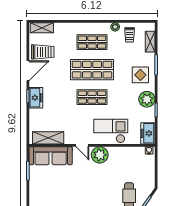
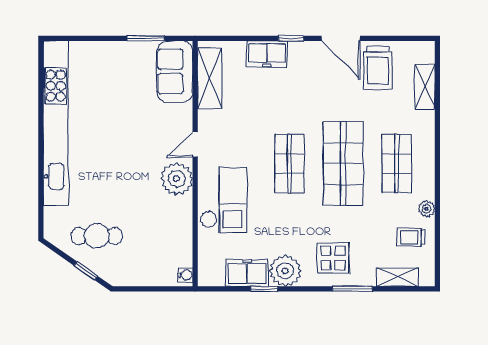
shelving: (42, 28) -> (425, 87), moved
freezer: (36, 98) -> (267, 54), moved
freezer: (148, 133) -> (247, 273), moved
sofa: (51, 156) -> (175, 72), width x0.73

